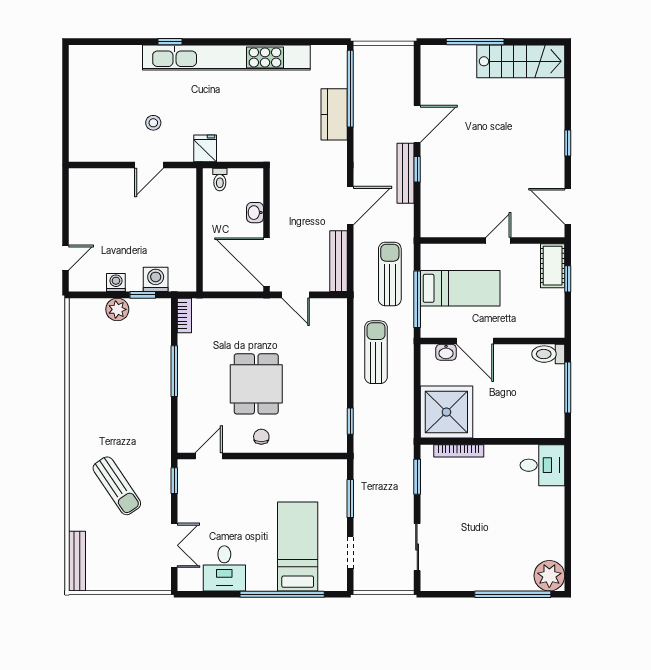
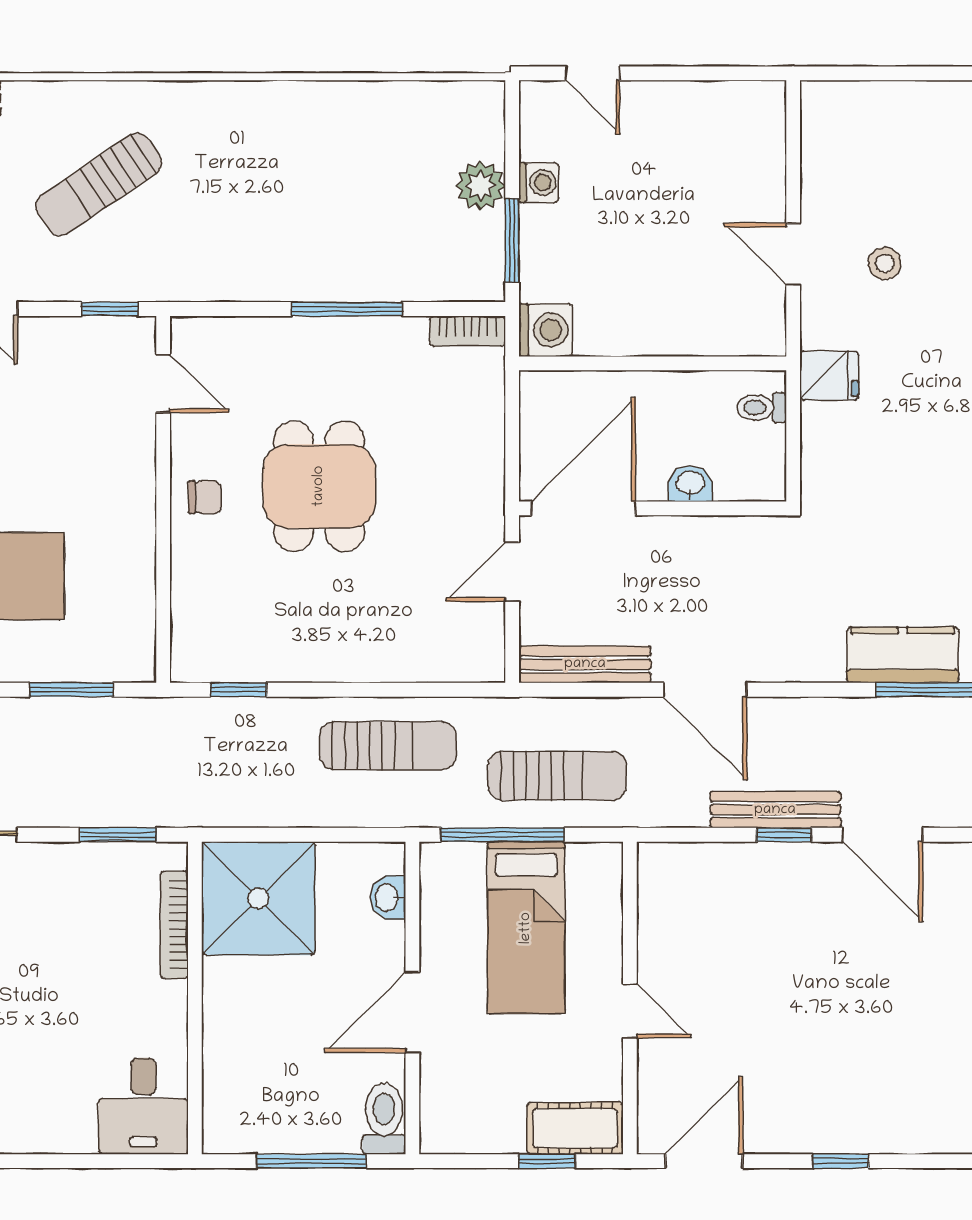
washing machine: (156, 279) -> (546, 330), moved
window: (143, 295) -> (512, 240), width x1.50
door: (475, 341) -> (412, 1012), moved
dining table: (256, 384) -> (319, 486), turned 90

